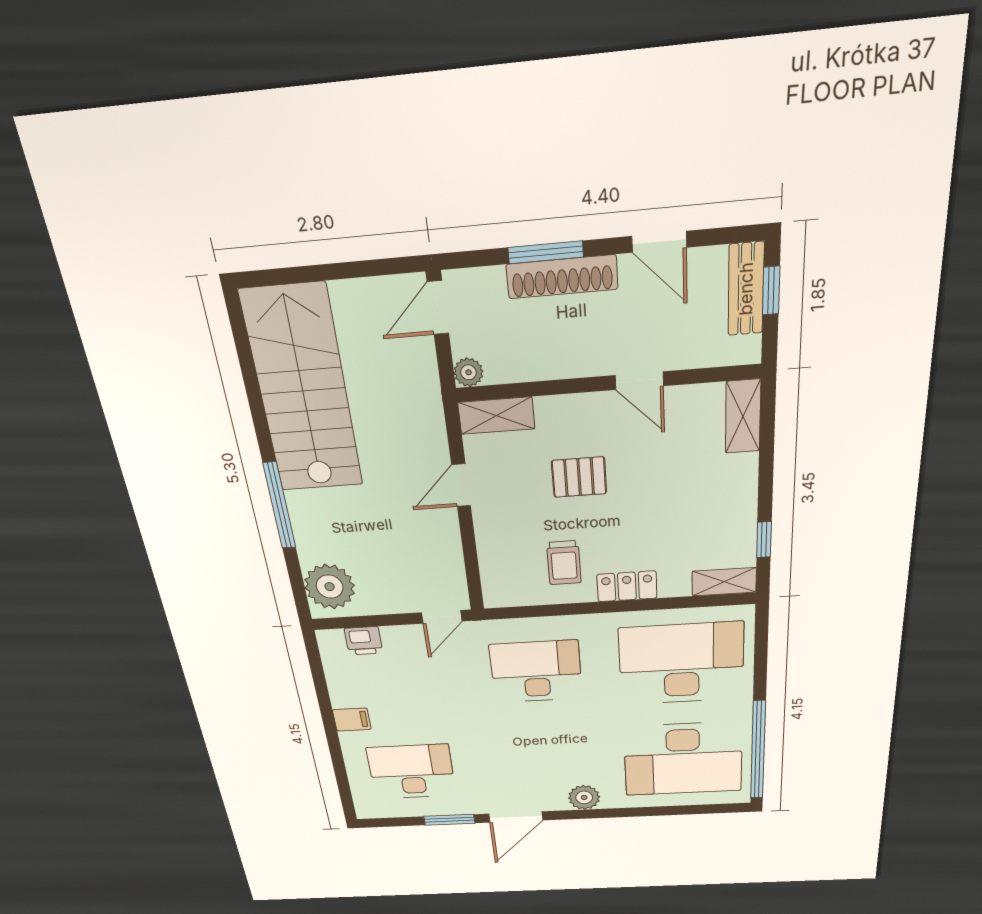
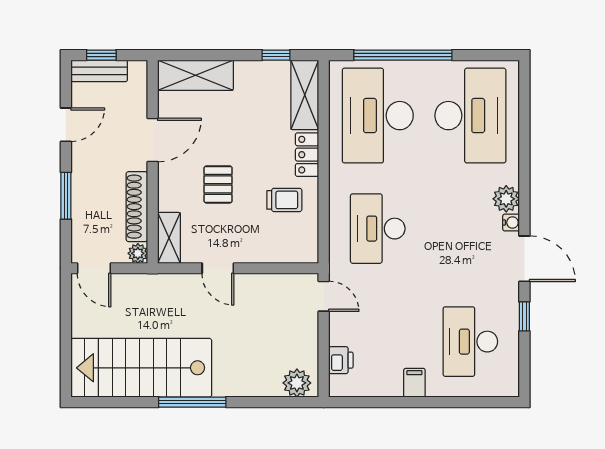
shoe rack: (562, 277) -> (137, 207), moved, turned 180
door: (639, 381) -> (153, 140), width x1.38
shelving: (743, 416) -> (196, 75), width x1.50, depth x1.33
window: (279, 506) -> (192, 402), moved
shelving: (724, 582) -> (305, 95), width x1.50, depth x1.33
plant: (330, 587) -> (297, 383), width x0.73, depth x0.73
window: (758, 750) -> (403, 55), moved
water cooler: (557, 803) -> (511, 223), added
window: (449, 820) -> (524, 316), width x0.67

